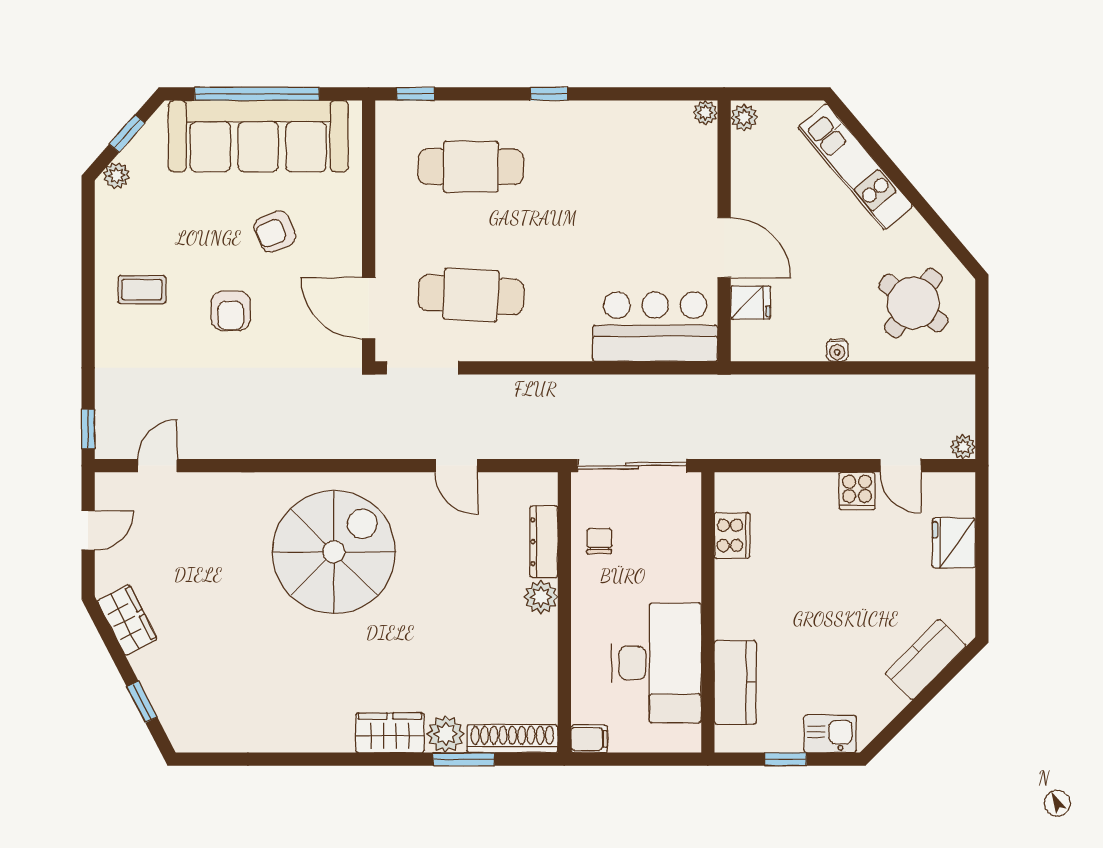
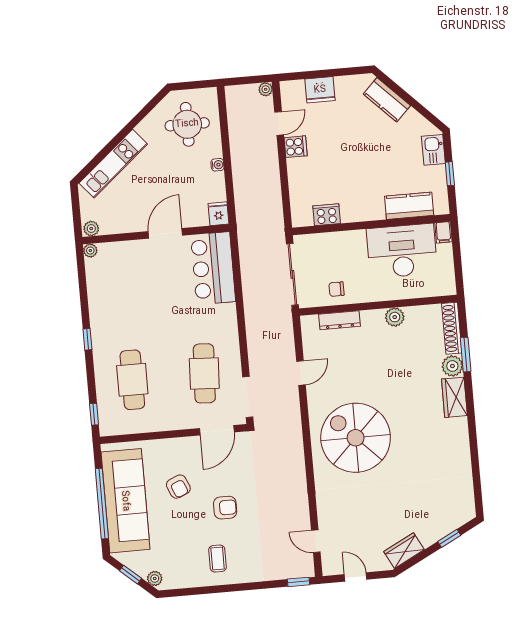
fridge: (751, 303) -> (218, 214), moved
round table: (913, 303) -> (187, 124), turned -37
plant: (541, 597) -> (395, 317), moved
filing cabinet: (589, 739) -> (443, 232), moved, turned 180

